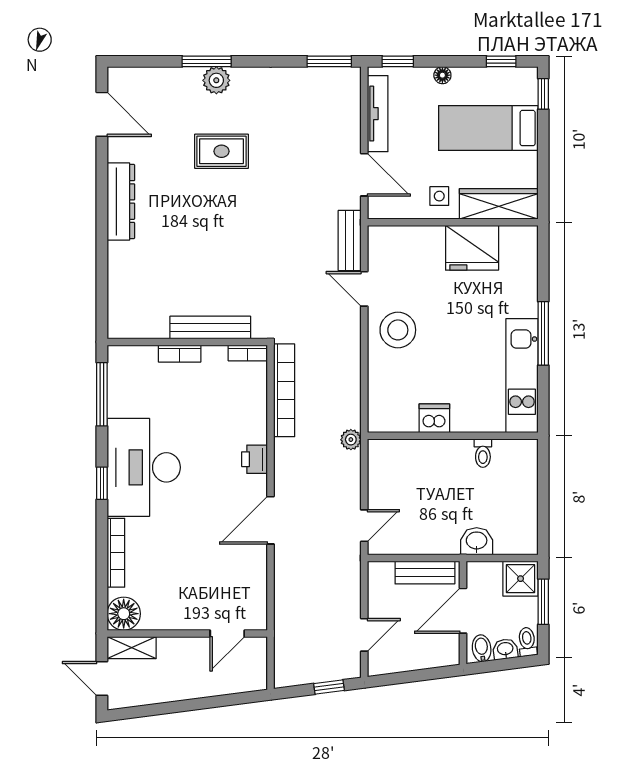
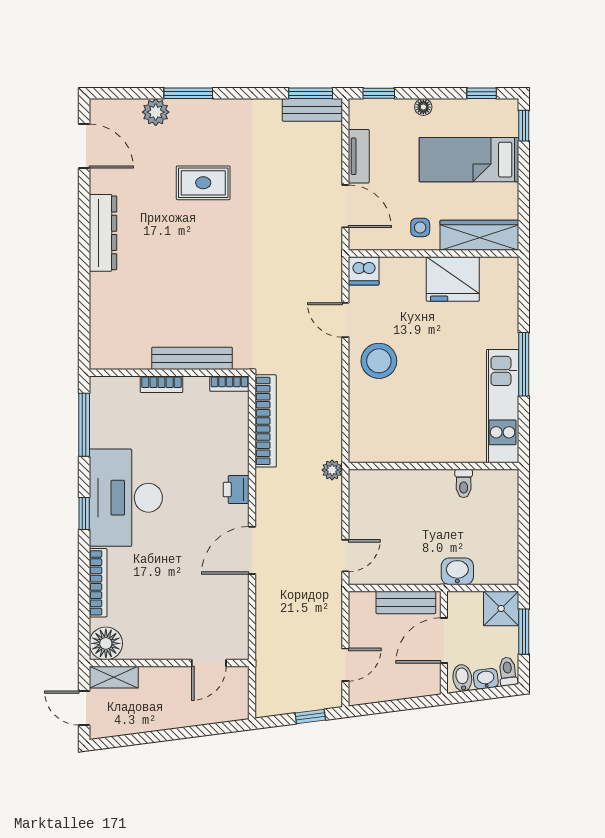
plant: (216, 80) -> (156, 112), moved
tv unit: (378, 114) -> (359, 156), width x0.71
bench: (350, 240) -> (312, 110), moved, turned 90
dishwasher: (434, 418) -> (364, 271), moved, turned 180

